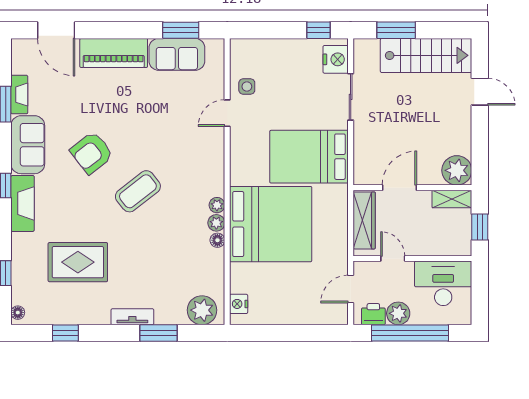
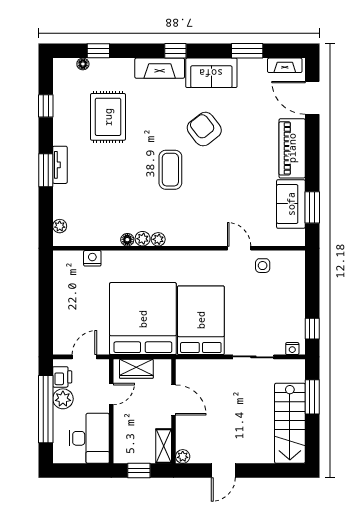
door: (56, 30) -> (312, 98), hinge flipped
nightstand: (336, 59) -> (292, 349), width x0.53, depth x0.56
door: (480, 92) -> (223, 471), moved
fireplace: (19, 95) -> (285, 65), moved
plant: (457, 170) -> (183, 456), width x0.53, depth x0.53
coffee table: (138, 191) -> (170, 170), turned 38
wardrobe: (364, 220) -> (136, 369), width x0.67
bed: (271, 224) -> (143, 319), moved, turned 180
door: (351, 289) -> (84, 357), hinge flipped
nightstand: (239, 304) -> (92, 258), moved
plant: (202, 310) -> (60, 226), width x0.53, depth x0.53
floor lamp: (18, 313) -> (83, 64), moved
window: (158, 333) -> (46, 170), moved

